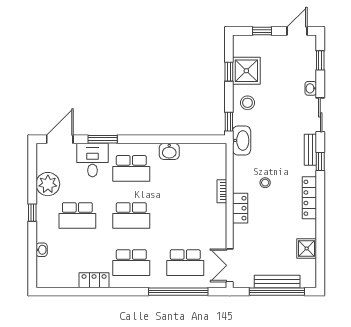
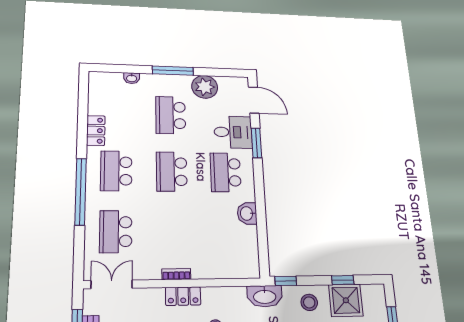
bookcase: (222, 191) -> (176, 274), moved
window: (32, 213) -> (173, 71), width x2.17
window: (178, 292) -> (81, 192), moved

